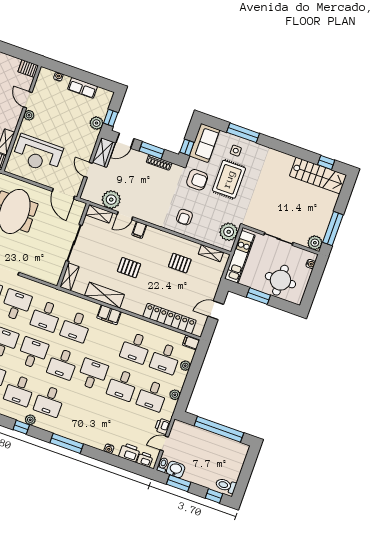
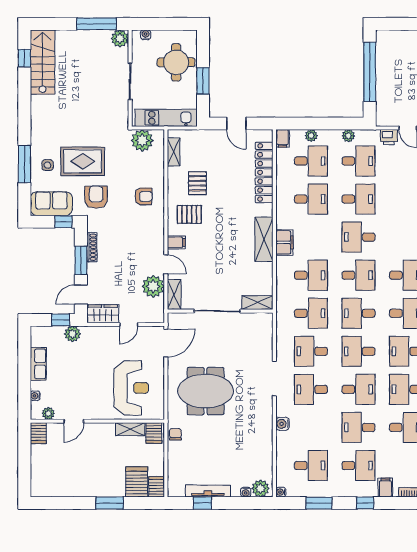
plant: (29, 115) -> (48, 413), moved
door: (125, 141) -> (81, 295), swing flipped
pallet: (129, 268) -> (189, 214), moved, turned 90
shelving: (105, 295) -> (264, 239), moved

